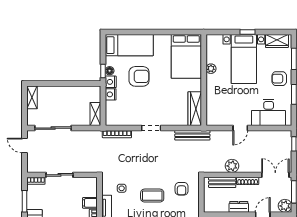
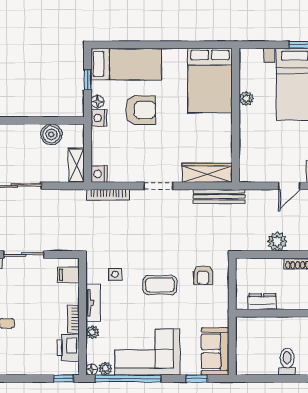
window: (103, 71) -> (88, 80), moved
boiler: (78, 93) -> (51, 134), added
nightstand: (111, 94) -> (99, 174), moved
wardrobe: (195, 109) -> (207, 173), moved, turned 90
bench: (222, 182) -> (263, 266), removed
filing cabinet: (90, 203) -> (68, 275), moved
dresser: (239, 207) -> (262, 302), moved

